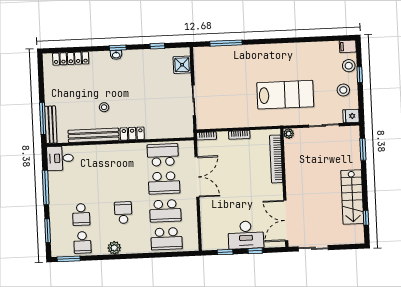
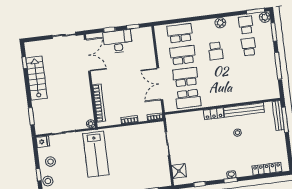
lab bench: (285, 95) -> (96, 154), turned -90
desk: (60, 158) -> (269, 90), removed
plant: (58, 250) -> (265, 17), added

